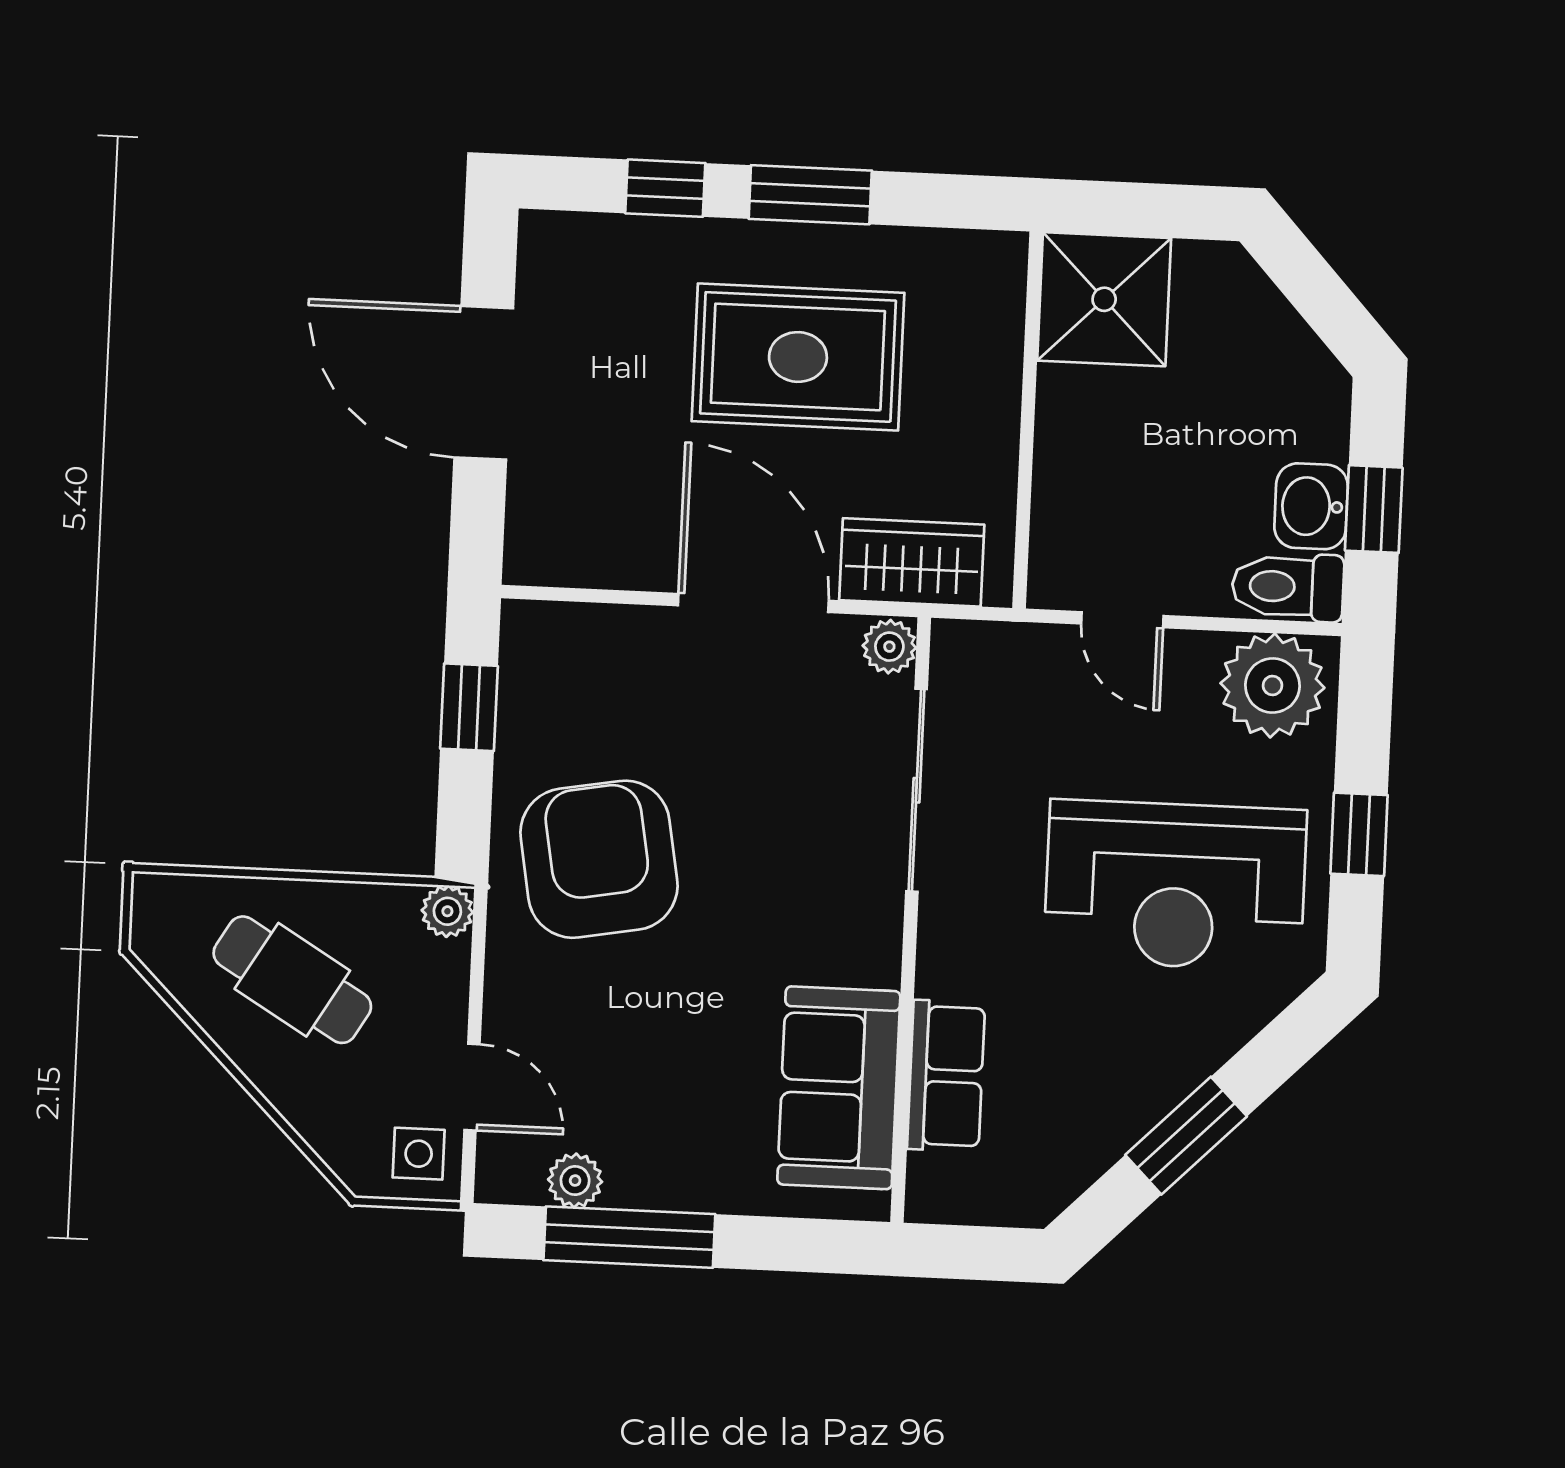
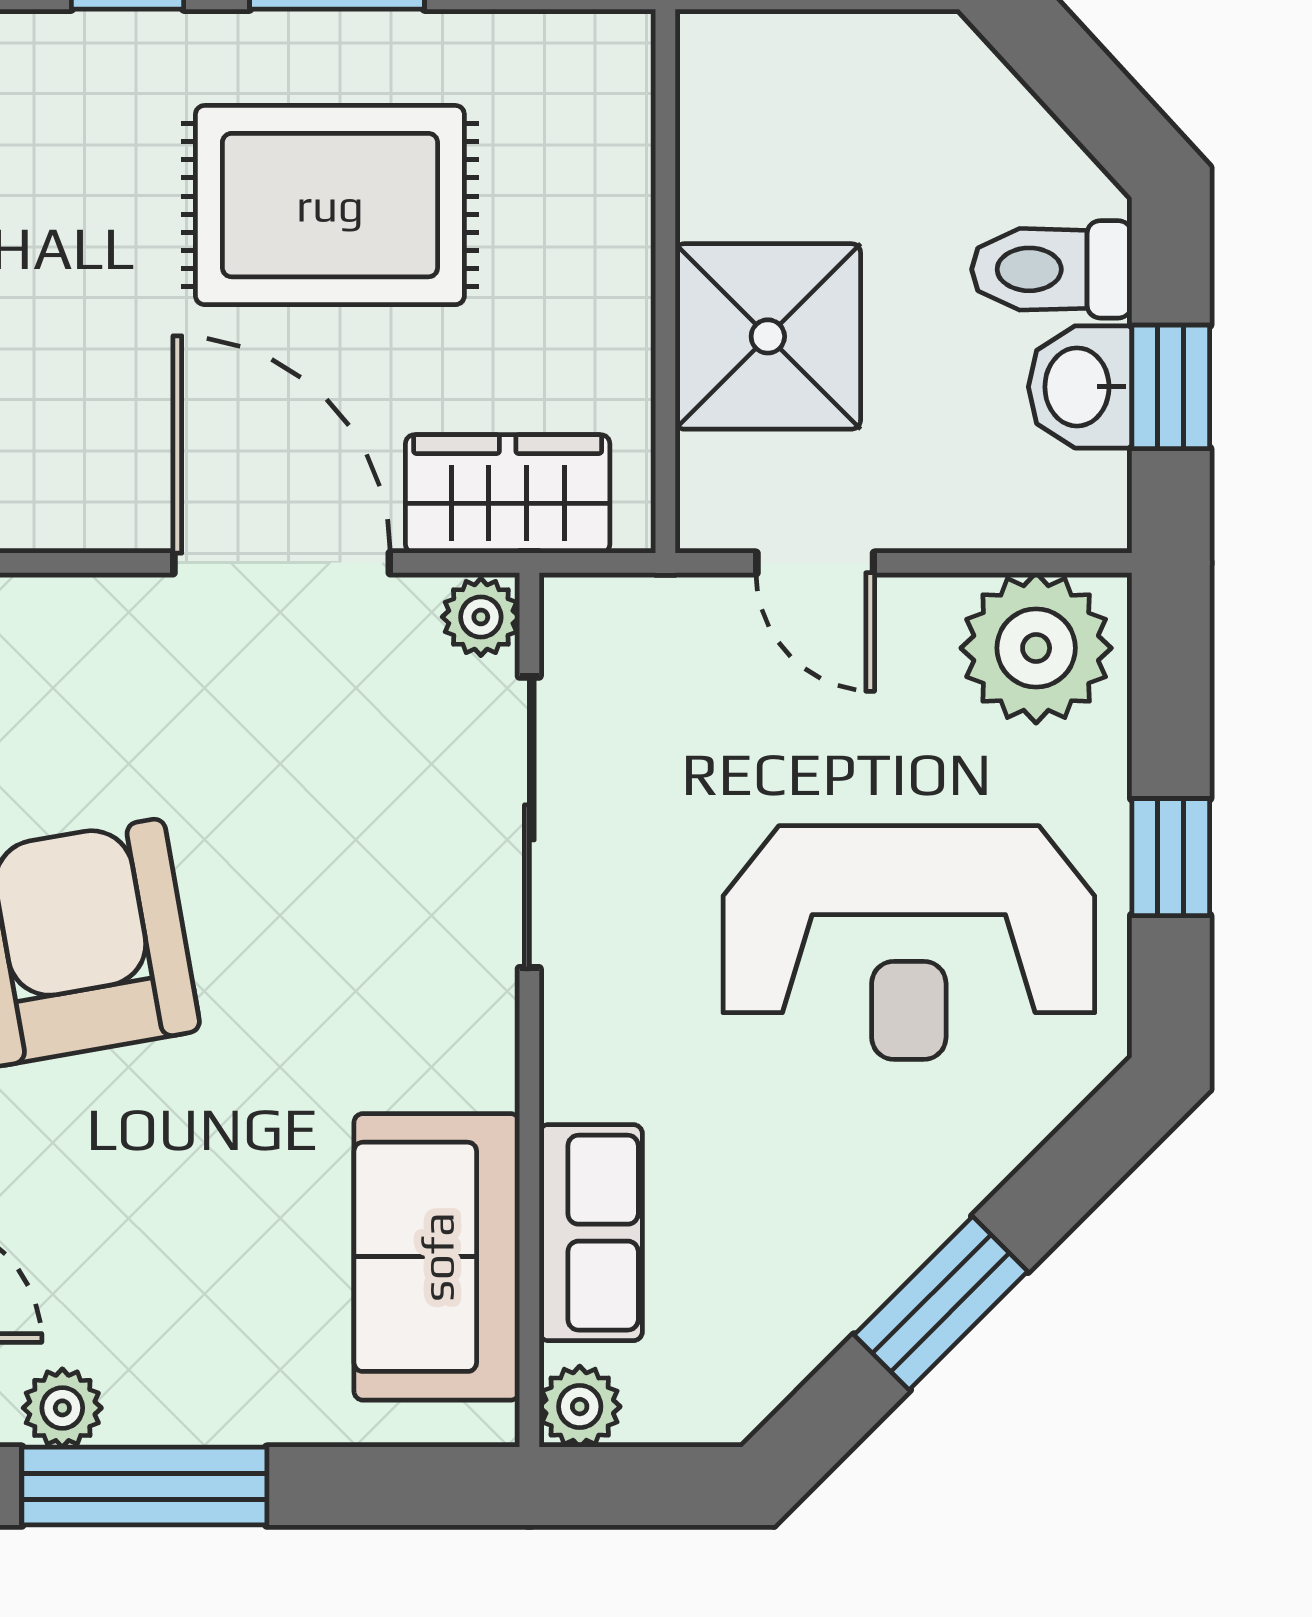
shower: (1104, 299) -> (768, 336), moved
toilet: (1288, 587) -> (1052, 269), moved
plant: (933, 1196) -> (580, 1407), added

